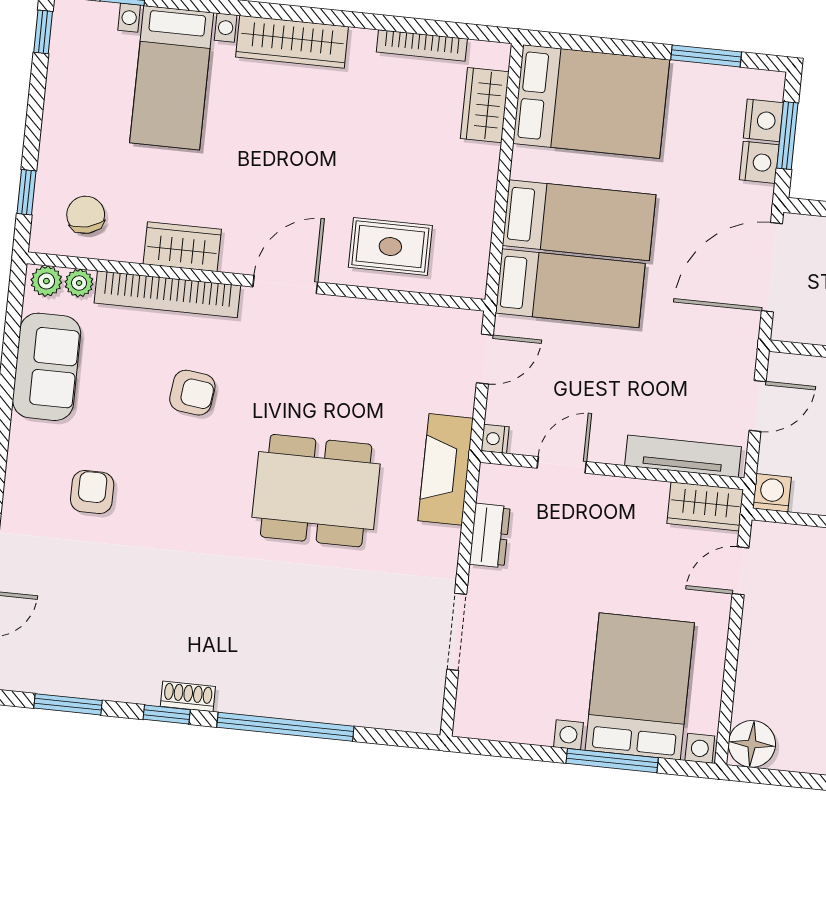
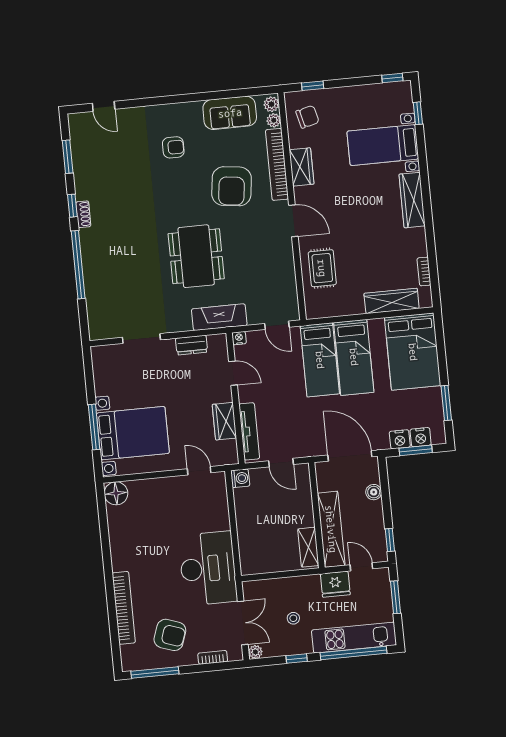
bookcase: (422, 45) -> (424, 271), width x0.64
wardrobe: (485, 105) -> (392, 301), width x1.50
armchair: (192, 393) -> (232, 186), width x1.88, depth x1.88
wardrobe: (705, 506) -> (224, 421), moved

